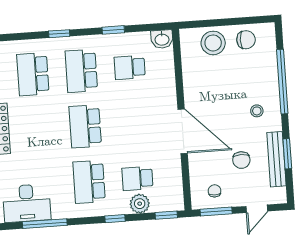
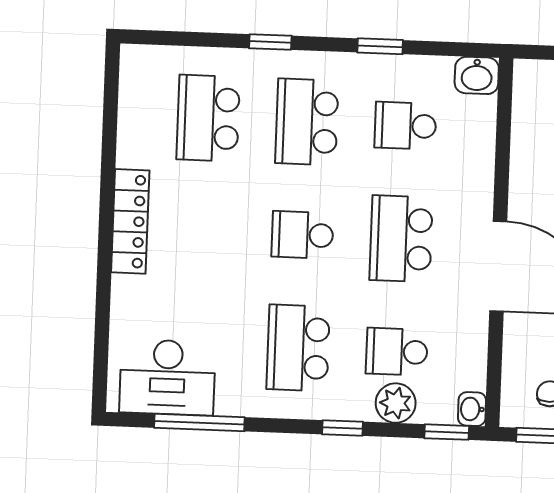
school desk: (134, 123) -> (401, 239), added
school desk: (85, 126) -> (302, 235), width x0.54
washbasin: (177, 202) -> (472, 409), added

